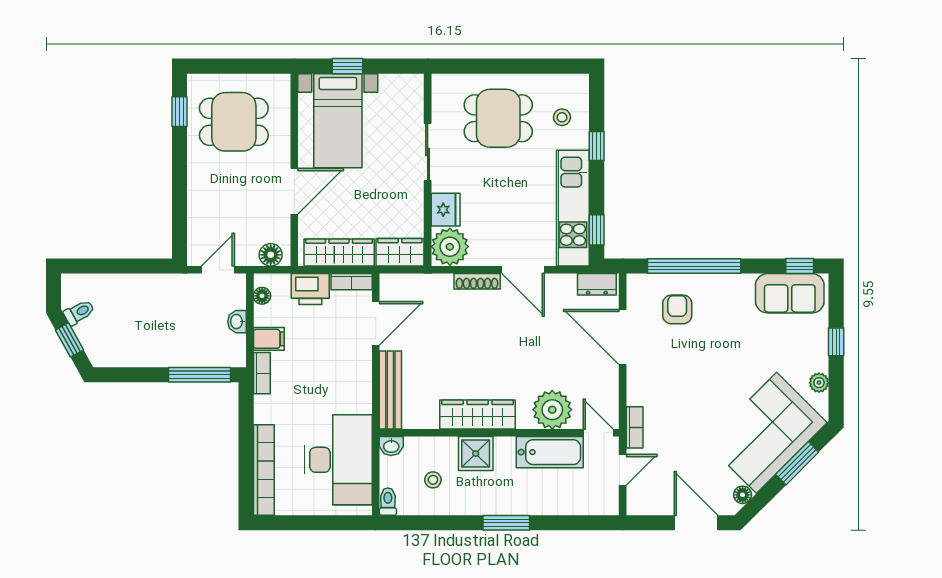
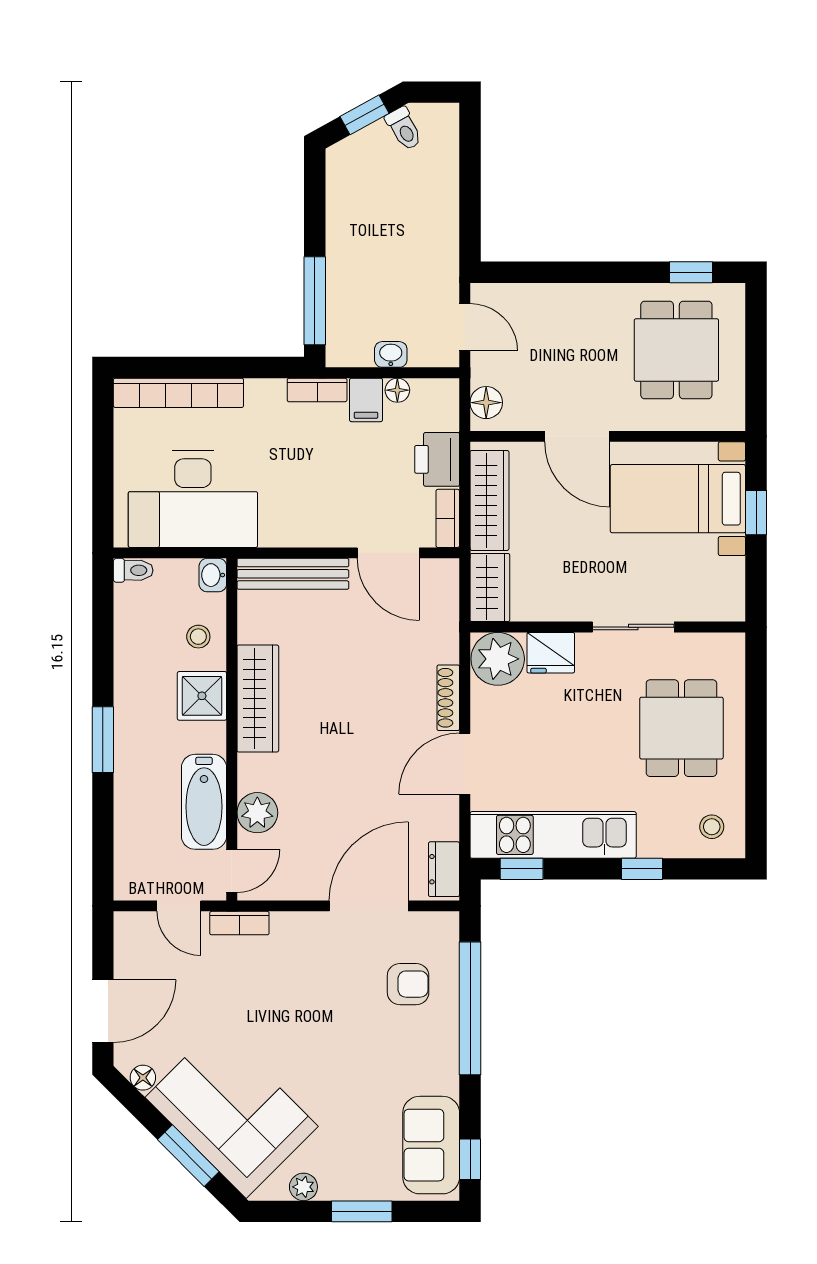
stool: (562, 117) -> (712, 827), moved
floor lamp: (262, 296) -> (397, 390), moved
window: (836, 342) -> (362, 1211), width x1.50
plant: (552, 410) -> (257, 813), width x0.73, depth x0.73
stool: (433, 480) -> (198, 637), moved

